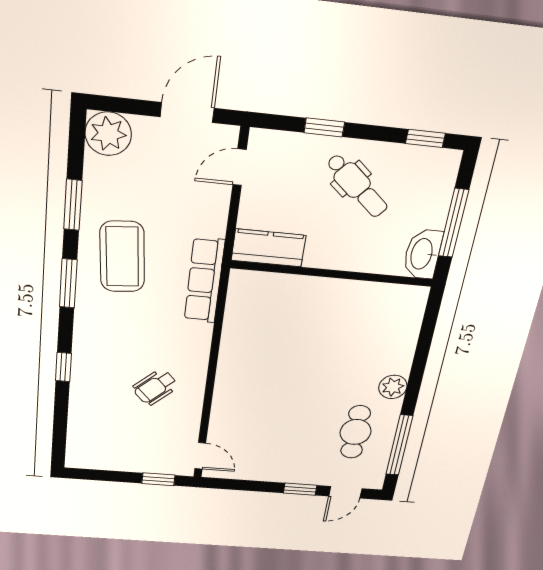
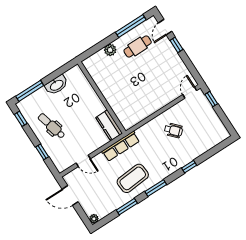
plant: (108, 134) -> (94, 219), width x0.53, depth x0.53
door: (240, 167) -> (83, 161), moved
dental chair: (357, 186) -> (51, 126), turned -56
window: (453, 223) -> (30, 91), moved
kitchen counter: (269, 248) -> (109, 125), moved
wall: (332, 274) -> (102, 97), moved
door: (345, 492) -> (165, 27), swing flipped

